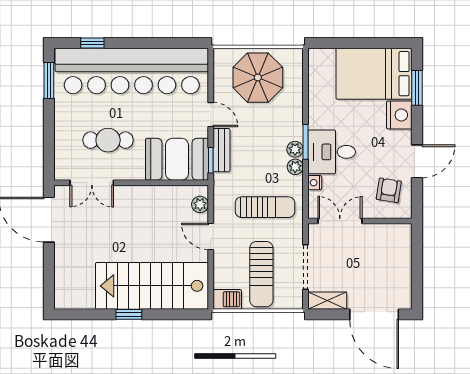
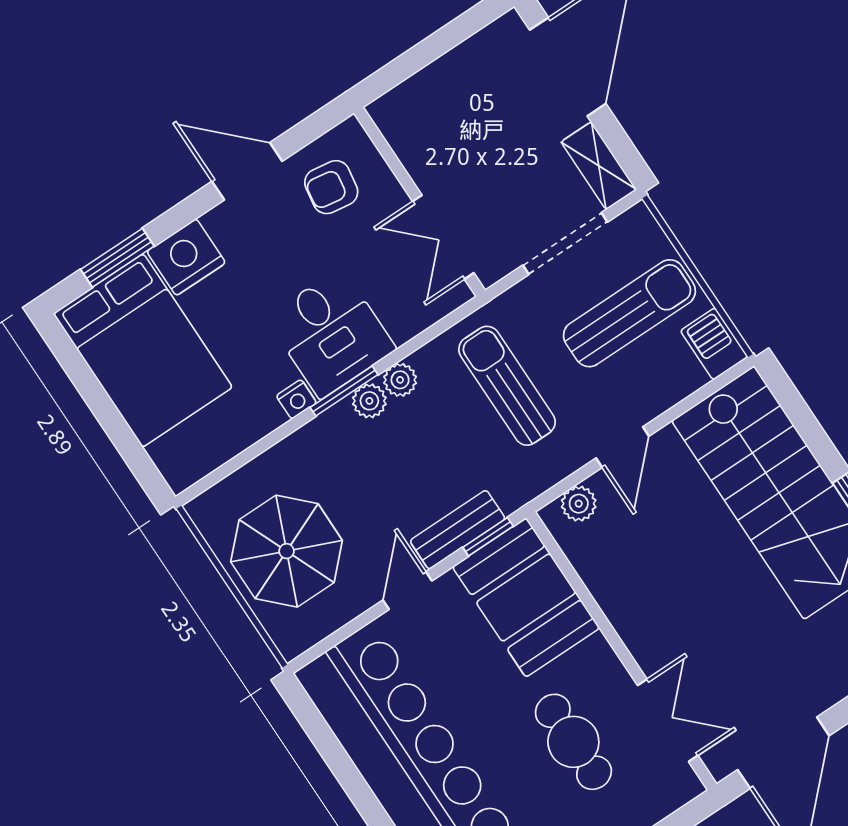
nightstand: (315, 183) -> (296, 399), moved

